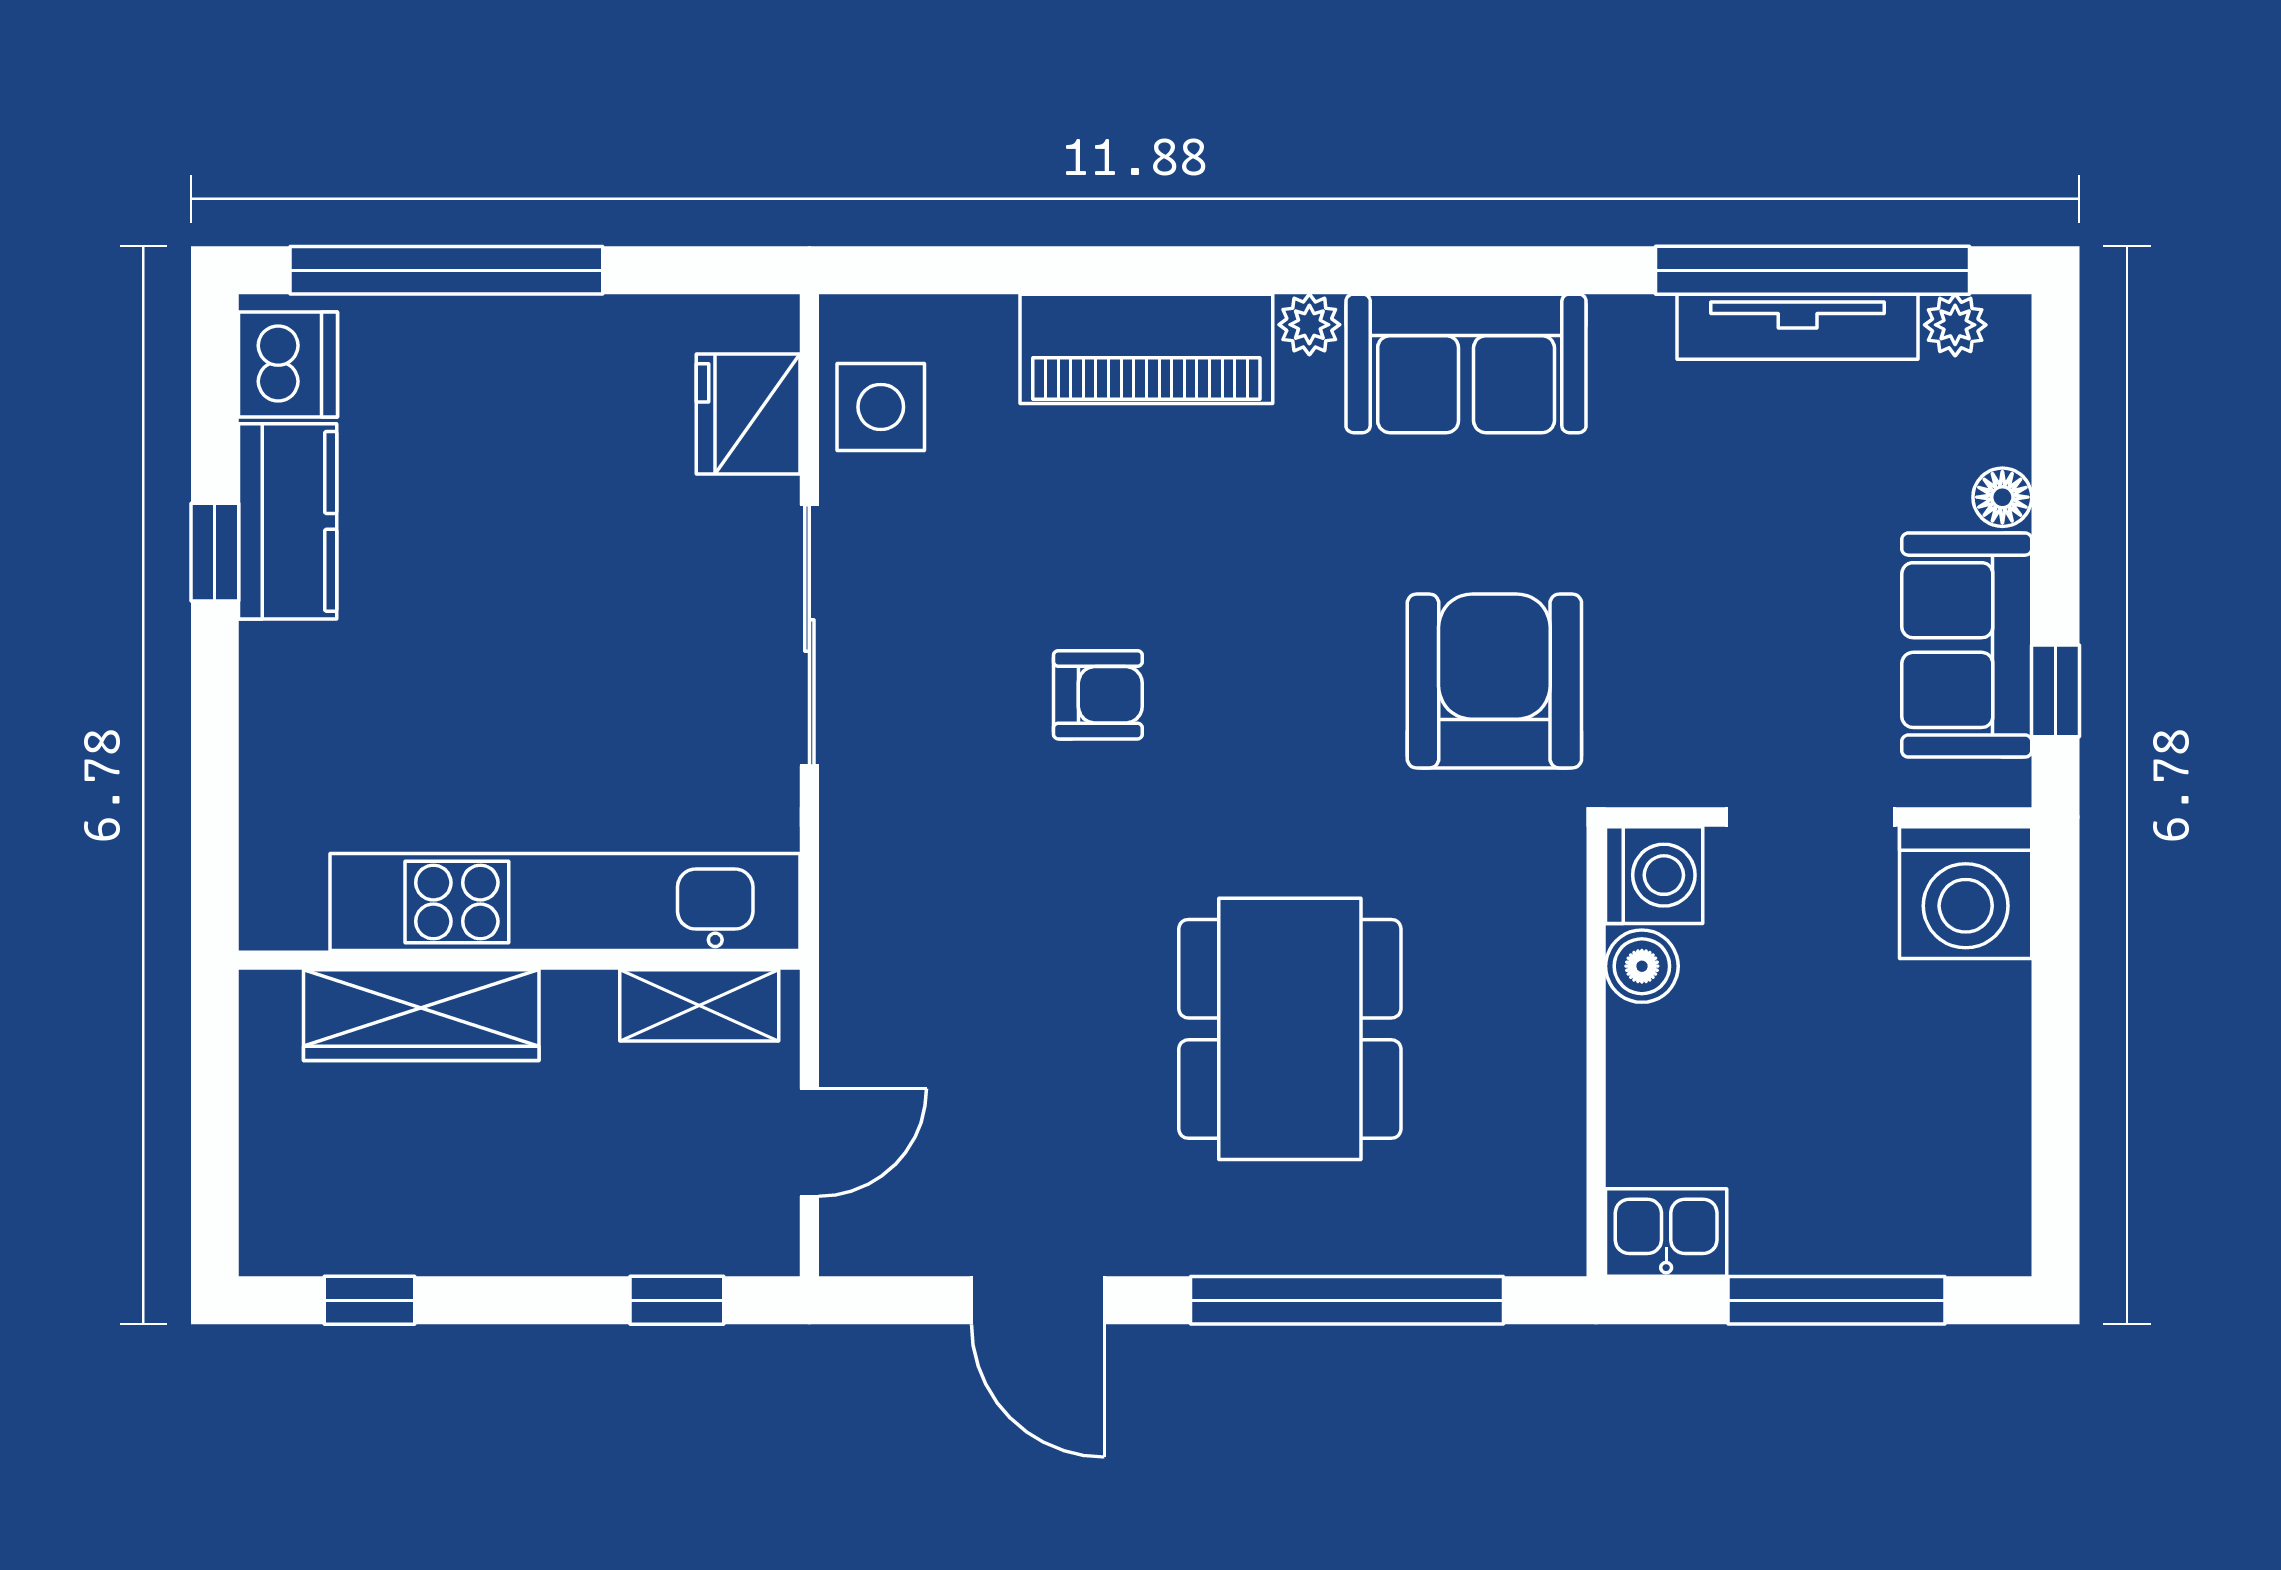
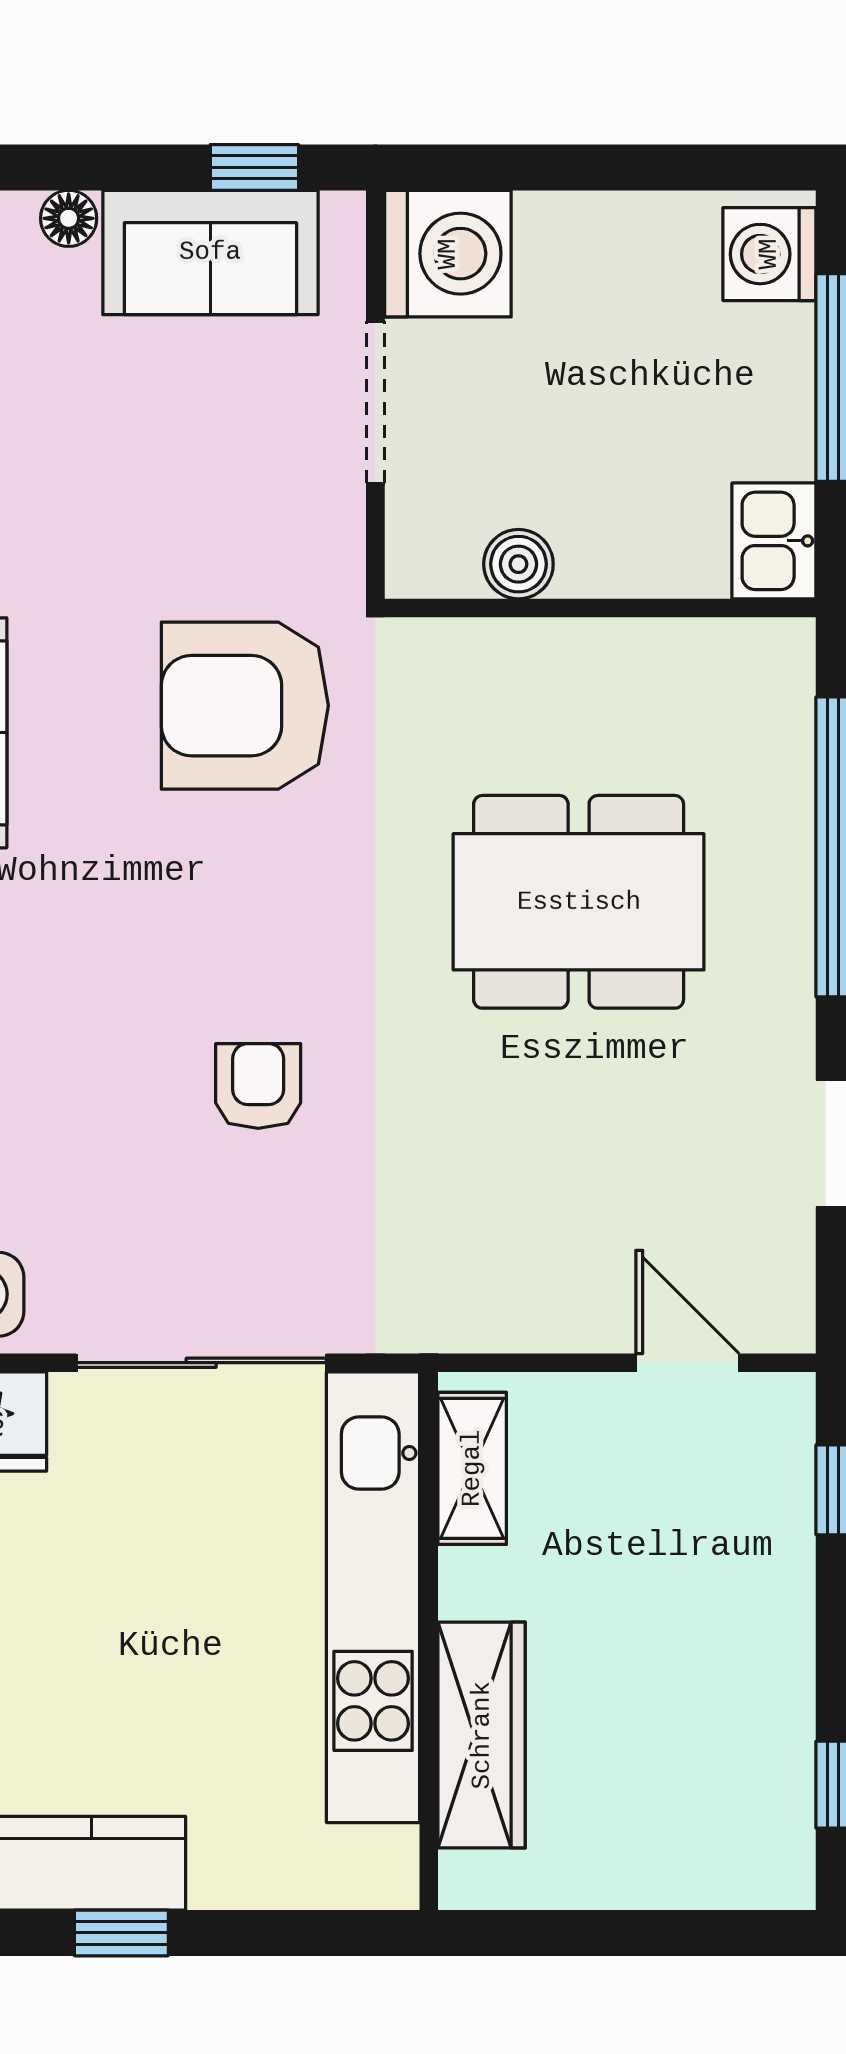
washing machine: (1654, 875) -> (769, 254), moved, turned -90
kitchen unit: (565, 902) -> (373, 1597), moved
wall: (519, 960) -> (429, 1641), moved
shelving: (699, 1005) -> (472, 1468), moved
wardrobe: (421, 1015) -> (482, 1735), moved

